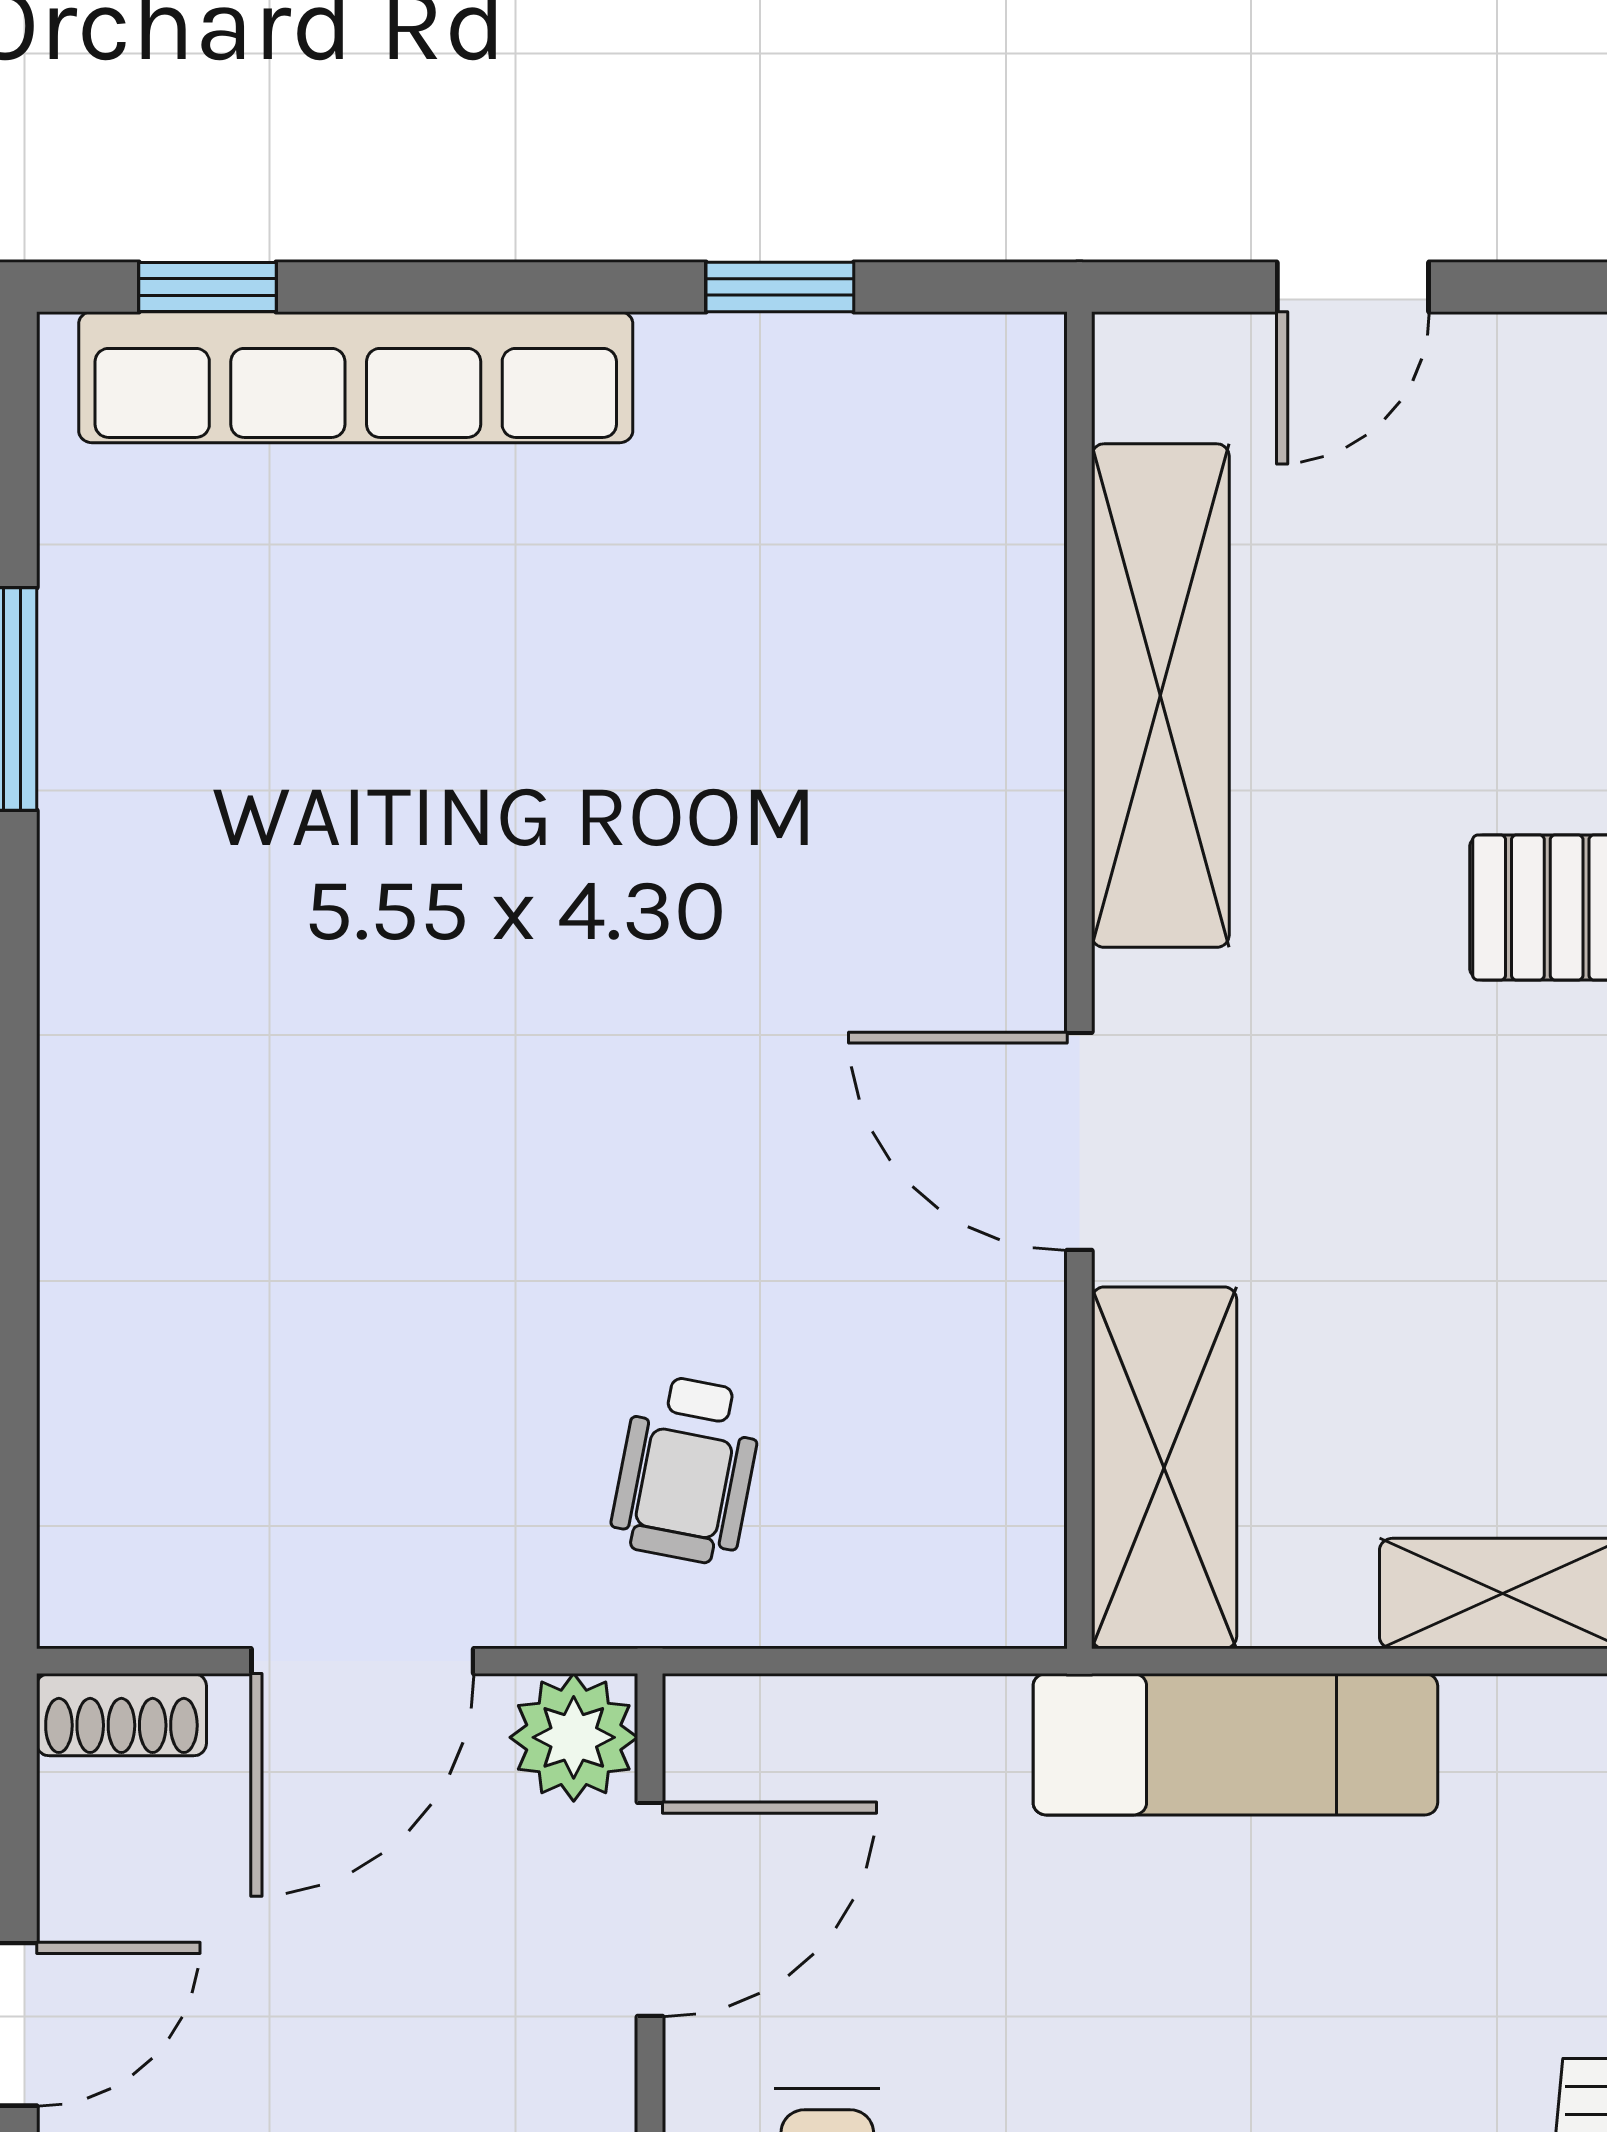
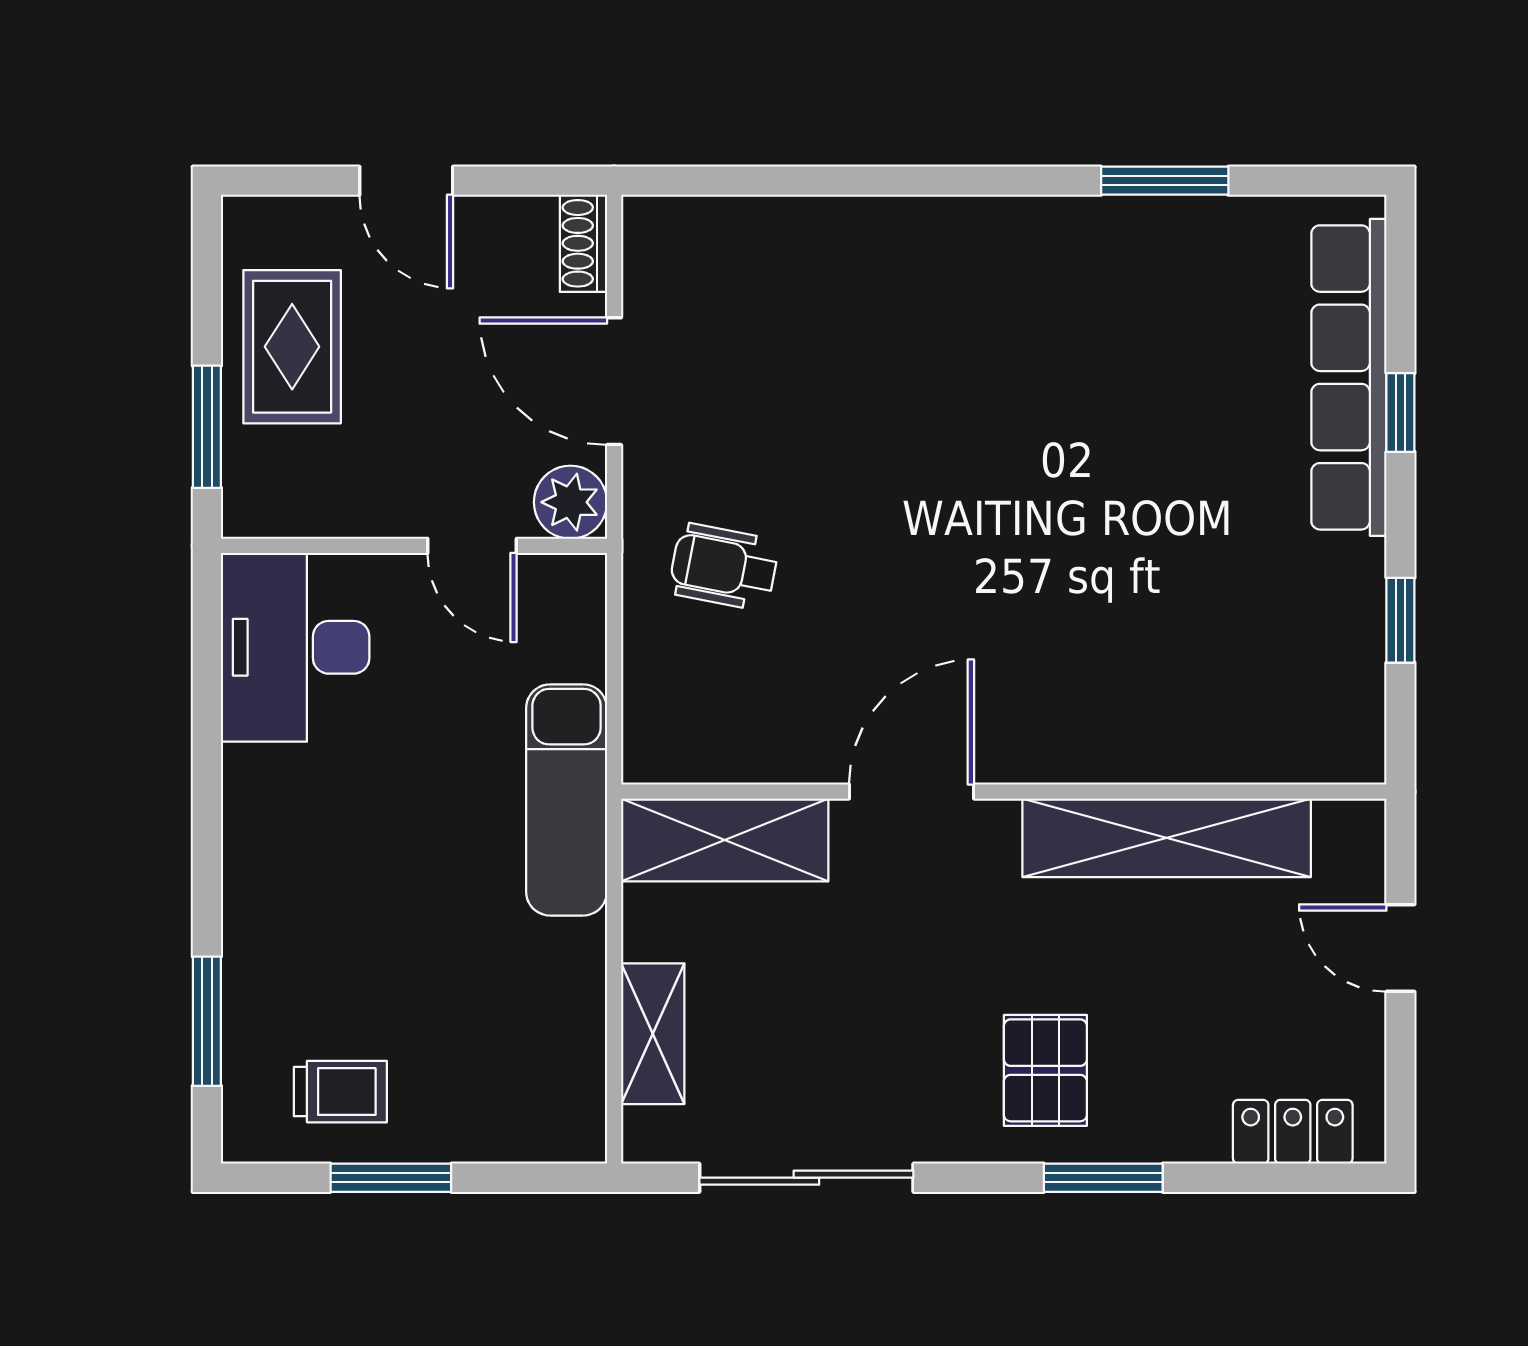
window: (208, 287) -> (1400, 413), moved
exam couch: (1235, 1744) -> (567, 800), moved
door: (650, 1909) -> (472, 546), width x0.73

